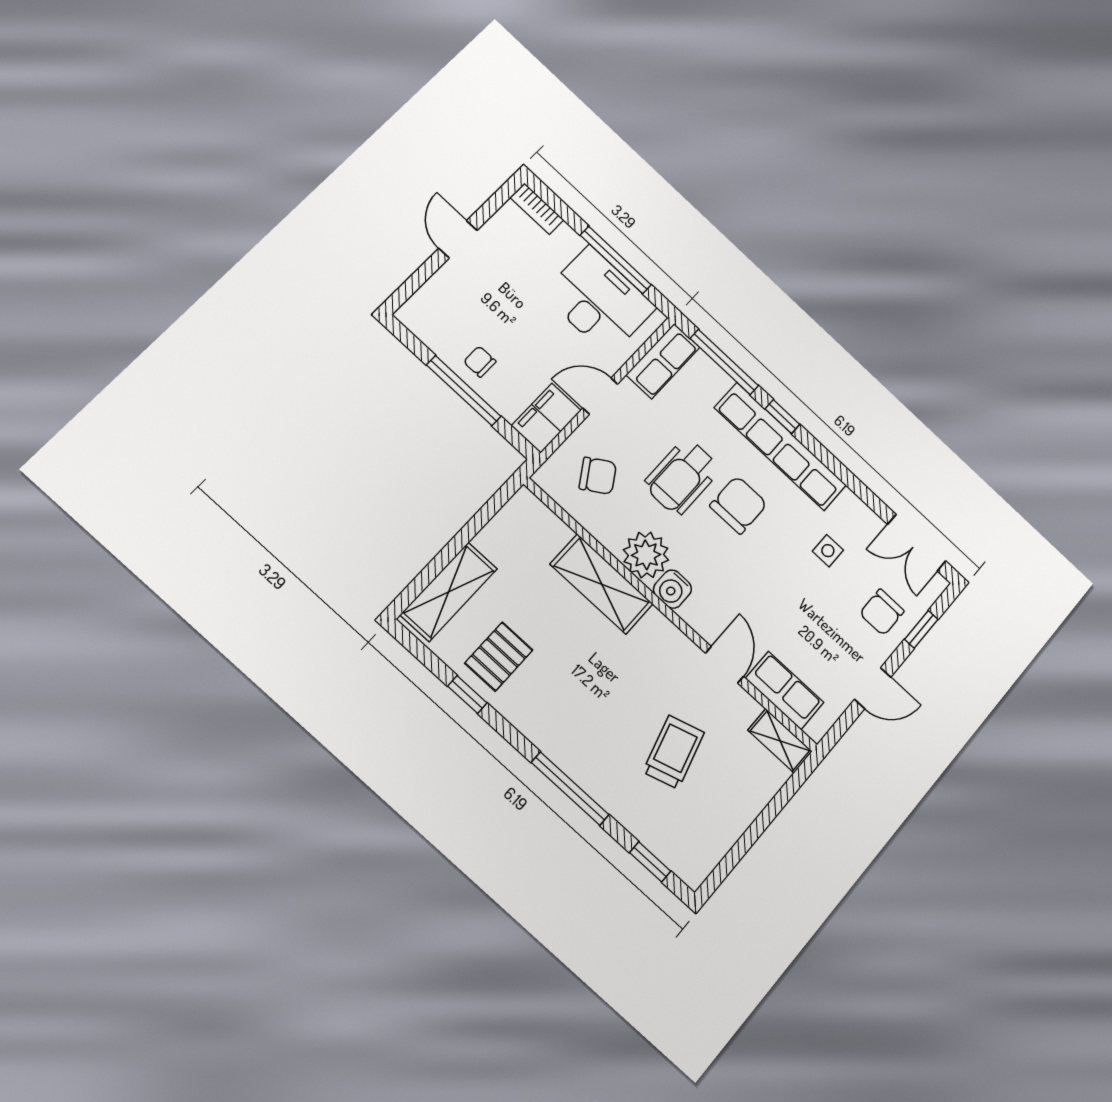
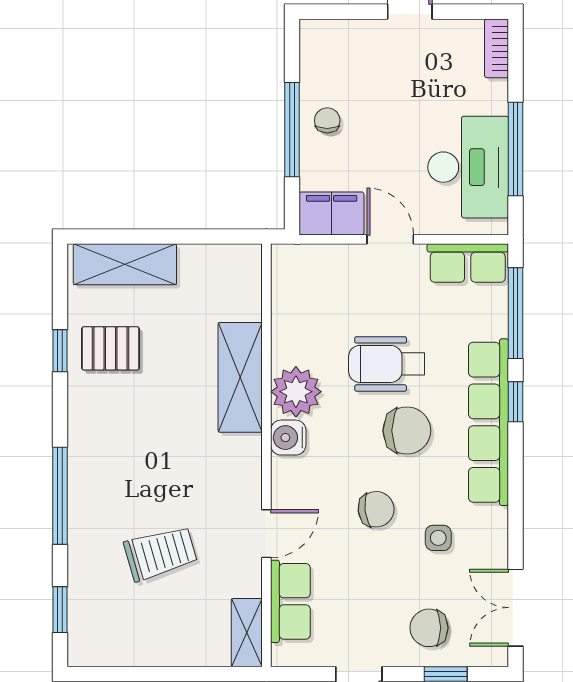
chair: (598, 476) -> (376, 509), moved, turned -64

